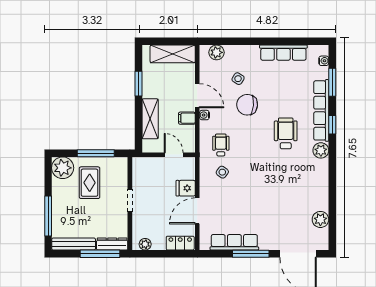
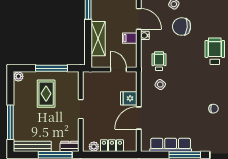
plant: (63, 168) -> (18, 76), width x0.53, depth x0.53
chair: (284, 200) -> (214, 109), added
locker: (180, 243) -> (112, 146), moved
dresser: (112, 244) -> (70, 146), width x0.70

